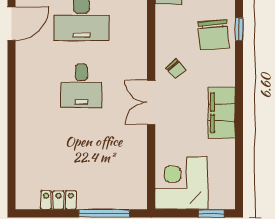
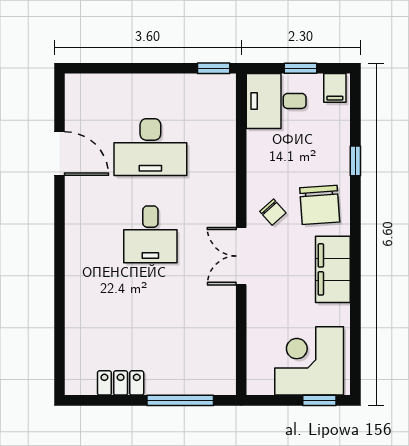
door: (12, 24) -> (60, 154), hinge flipped
chair: (213, 35) -> (320, 205), moved
corner desk: (182, 183) -> (309, 361), moved

